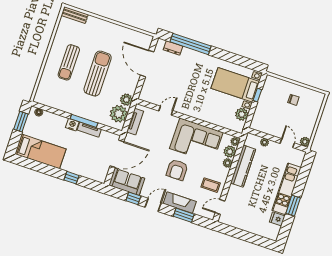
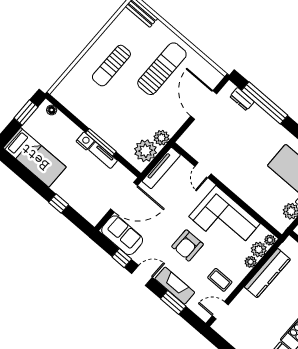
sun lounger: (98, 74) -> (162, 69), moved
door: (166, 111) -> (203, 170), swing flipped
tv unit: (135, 122) -> (161, 168), width x1.41

